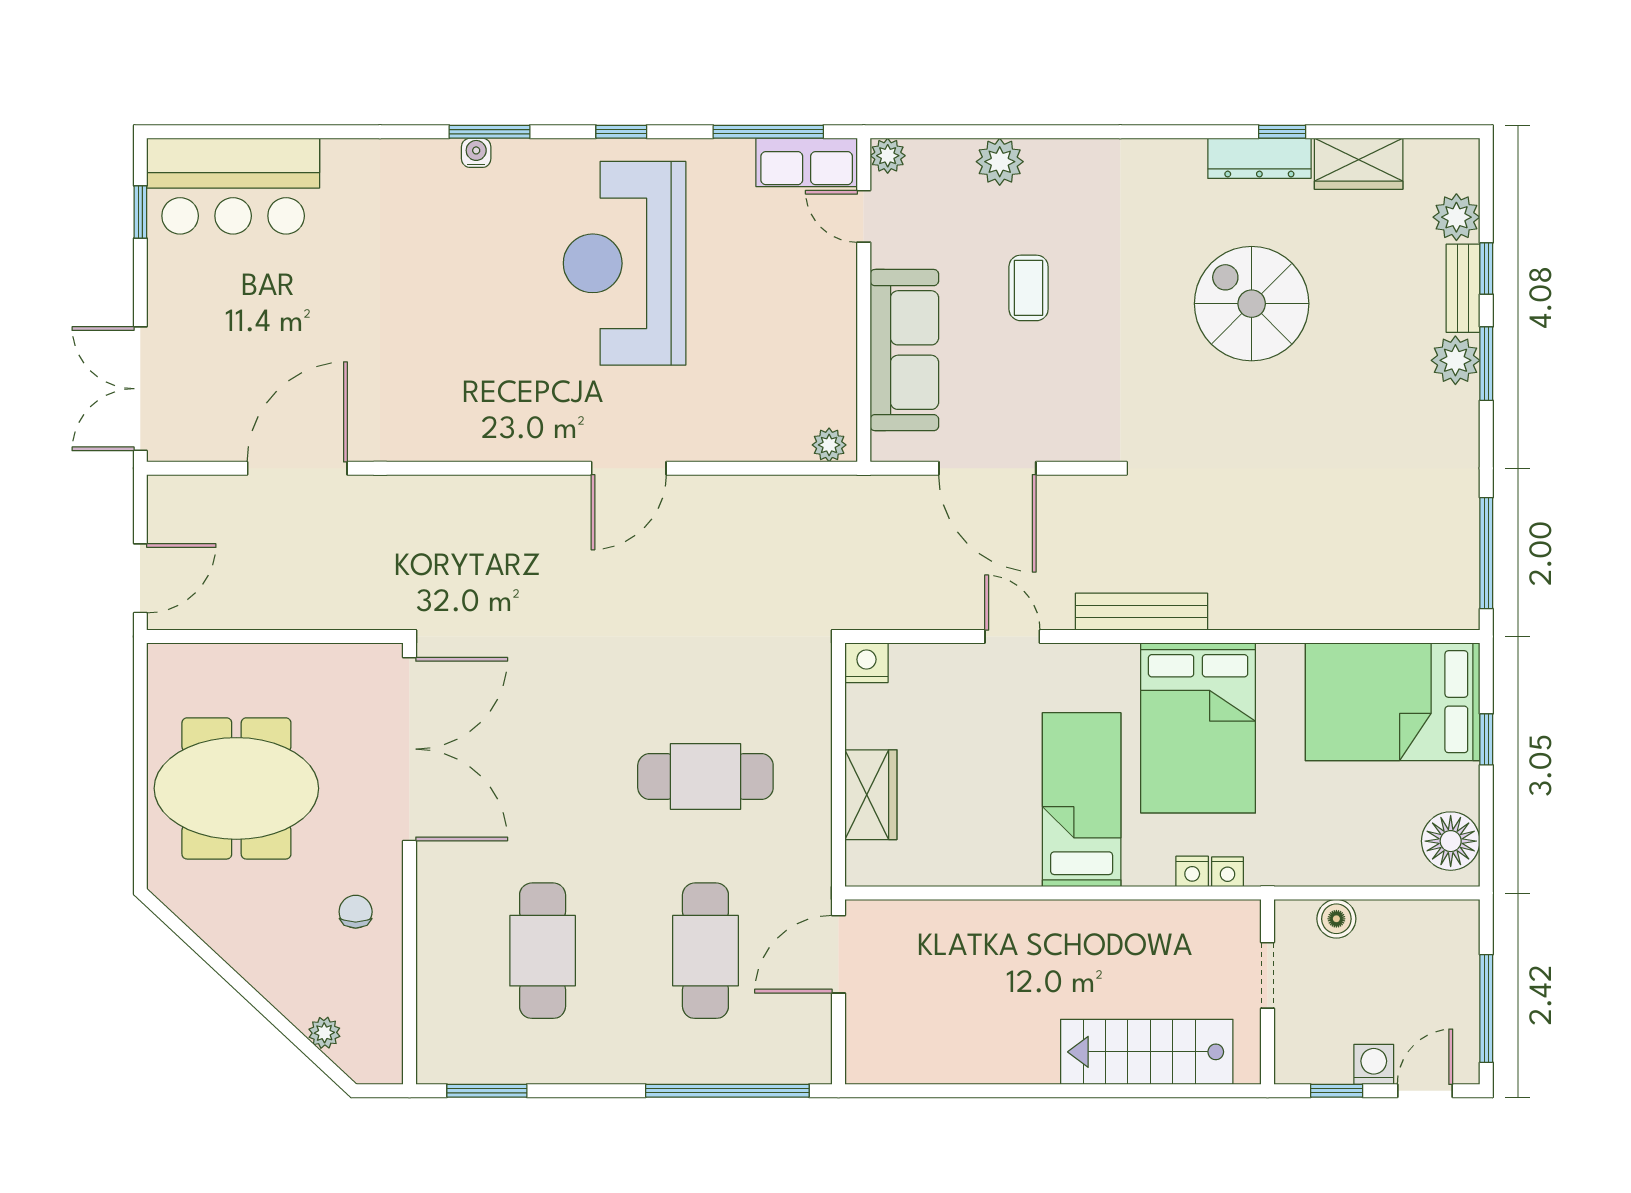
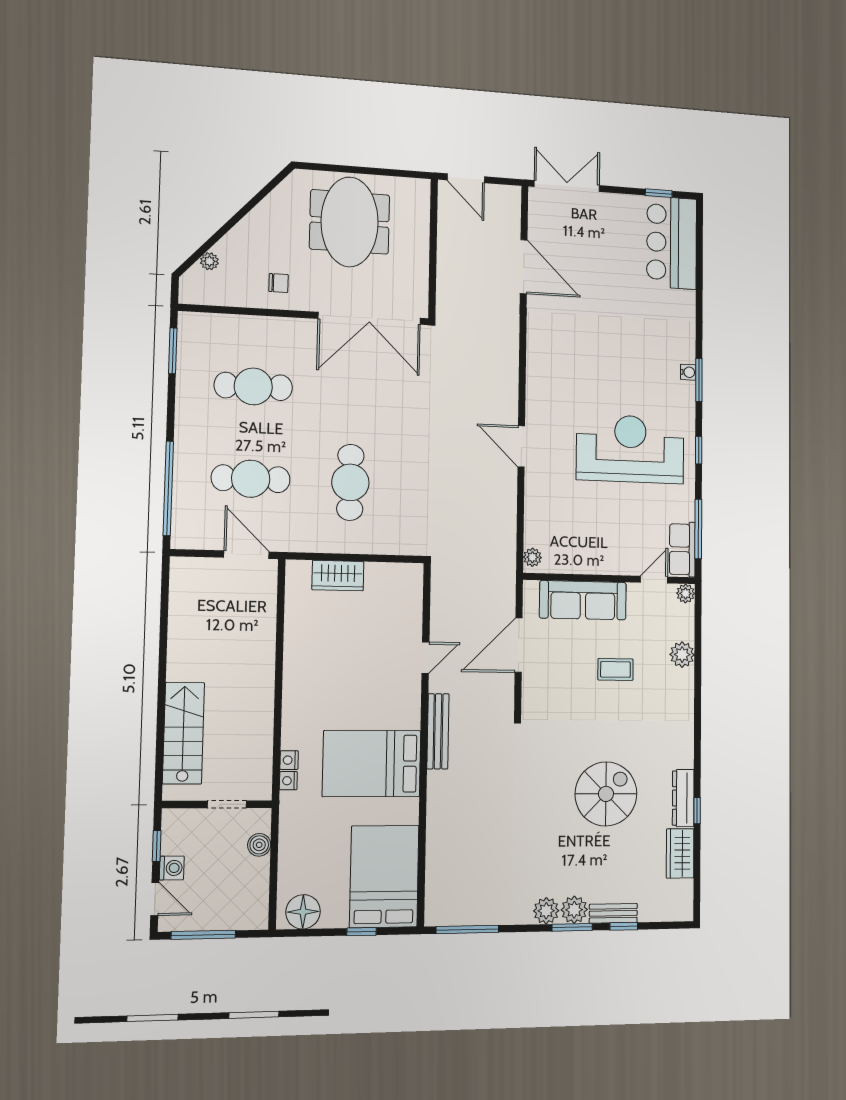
plant: (1456, 217) -> (546, 911), moved
nightstand: (866, 663) -> (412, 575), removed
bed: (1082, 800) -> (332, 696), removed

